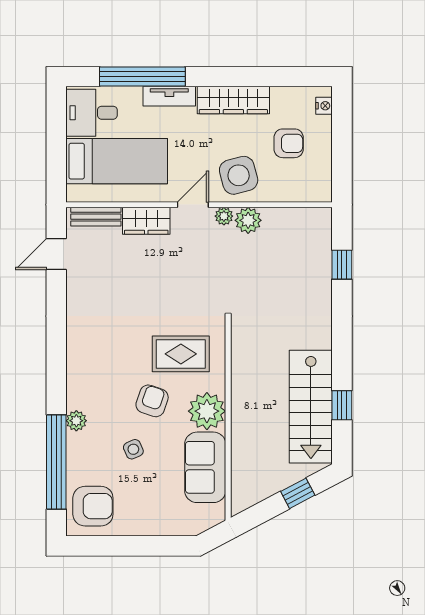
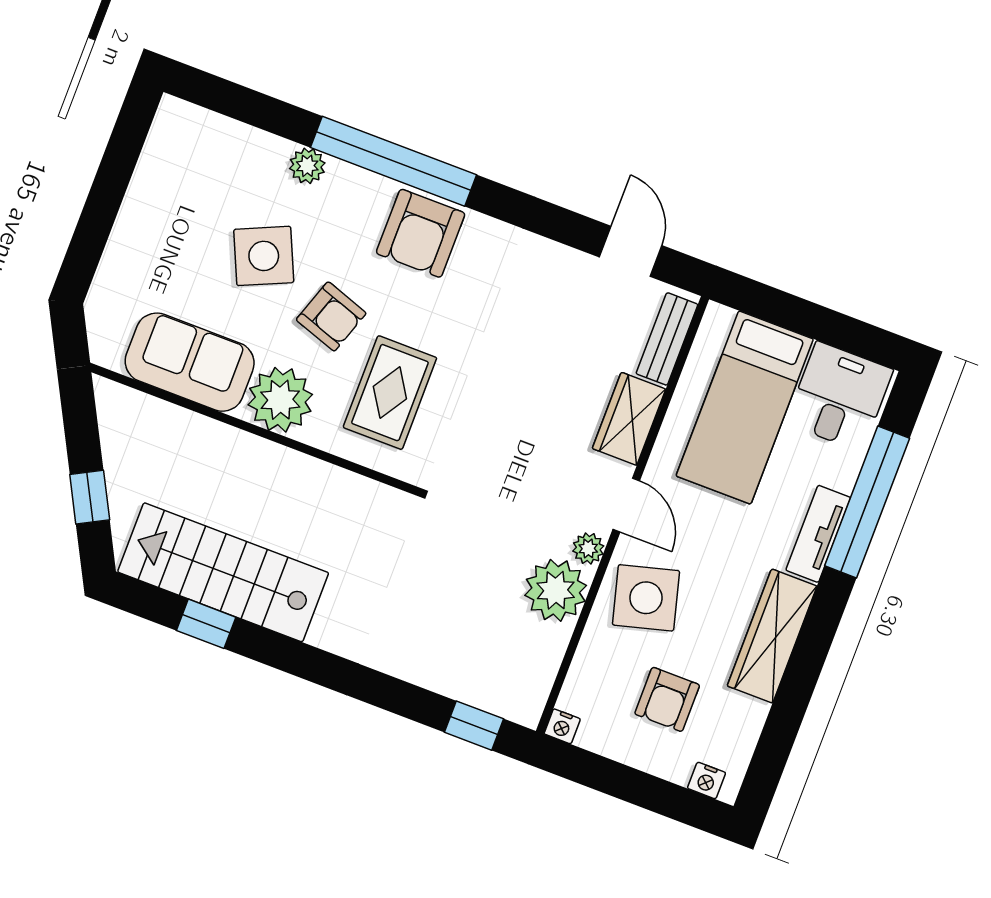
nightstand: (324, 194) -> (562, 726), added
plant: (248, 220) -> (556, 590), width x1.36, depth x1.36
window: (342, 265) -> (474, 726), moved
plant: (76, 421) -> (307, 166), moved
side table: (133, 449) -> (264, 256), width x1.87, depth x1.87
window: (56, 462) -> (393, 161), moved
armchair: (93, 506) -> (421, 233), moved

